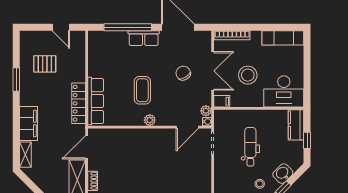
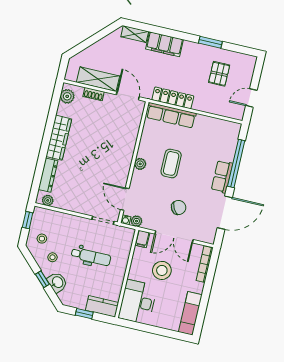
coffee table: (142, 90) -> (171, 163), turned 90

